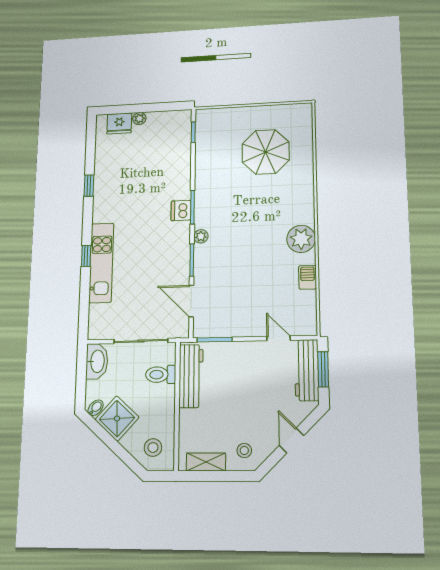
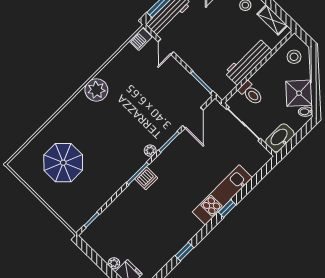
barbecue: (308, 277) -> (141, 39), moved
workbench: (191, 376) -> (248, 62), moved

